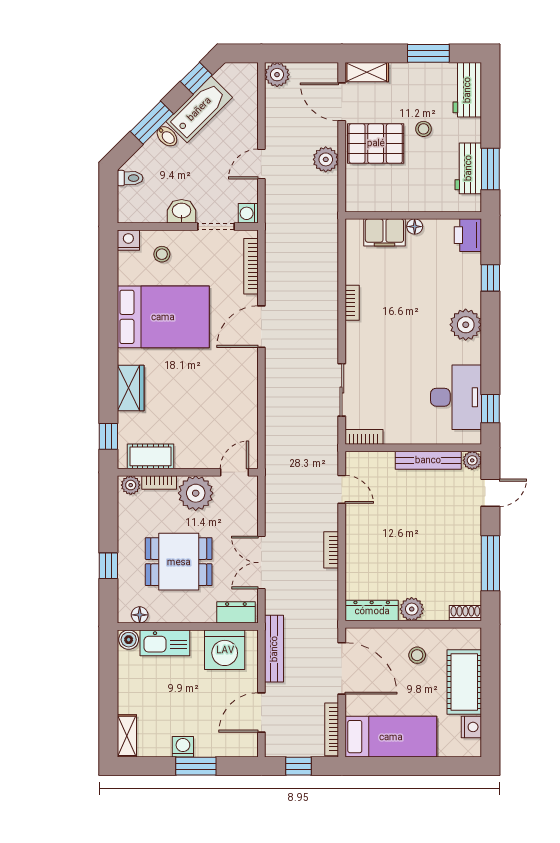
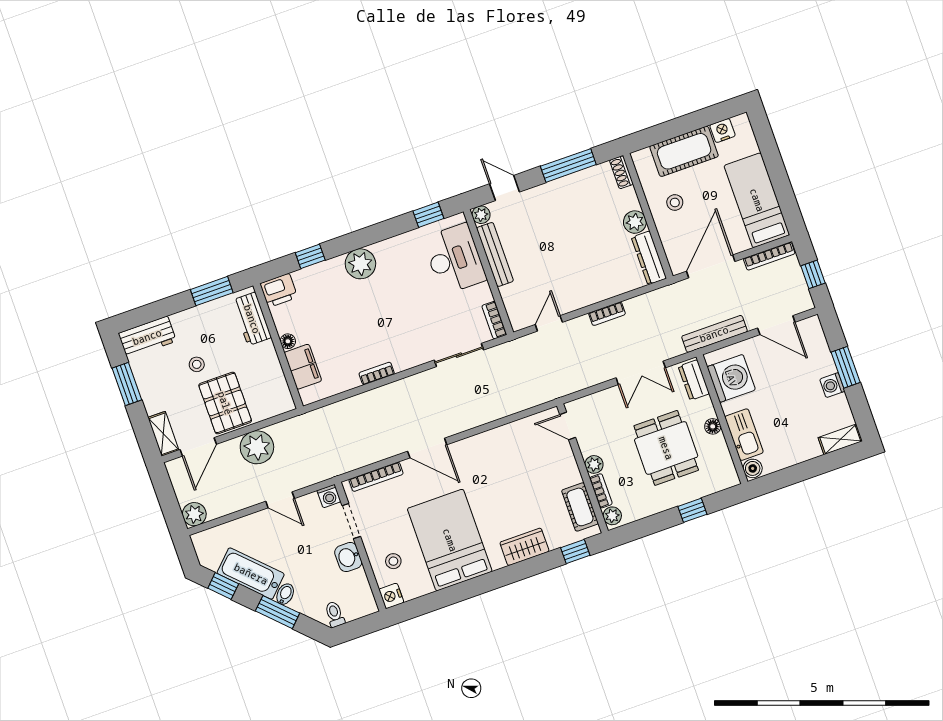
plant: (326, 159) -> (257, 447), width x1.36, depth x1.36
workbench: (468, 168) -> (252, 319), moved, turned 90
desk: (456, 397) -> (455, 259), moved, turned 90
plant: (196, 493) -> (594, 464), width x0.53, depth x0.53
floor lamp: (140, 615) -> (713, 426), moved

